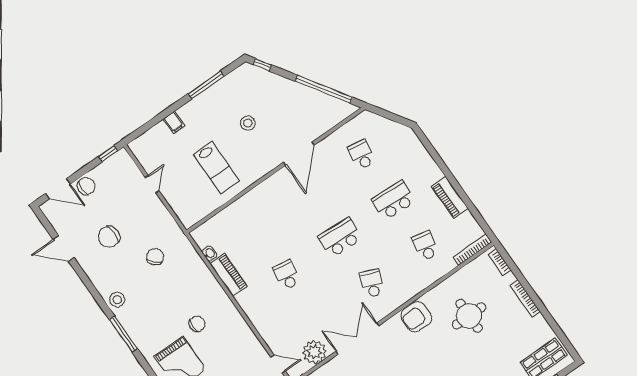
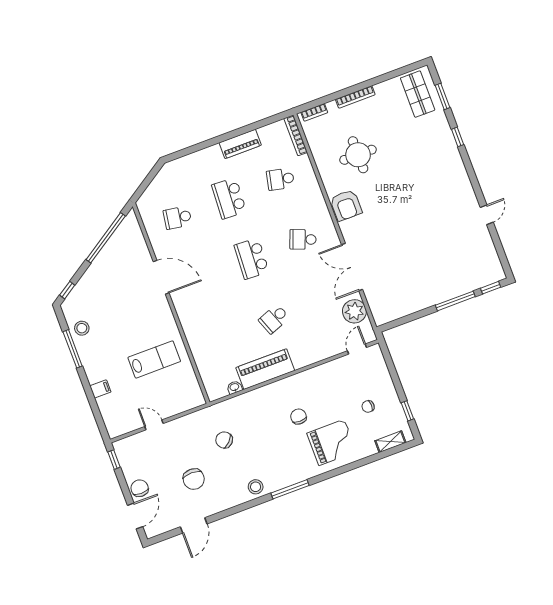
stool: (248, 123) -> (82, 328), moved
piano: (228, 275) -> (265, 369), width x1.37, depth x1.33
school desk: (287, 275) -> (274, 319), turned -30

